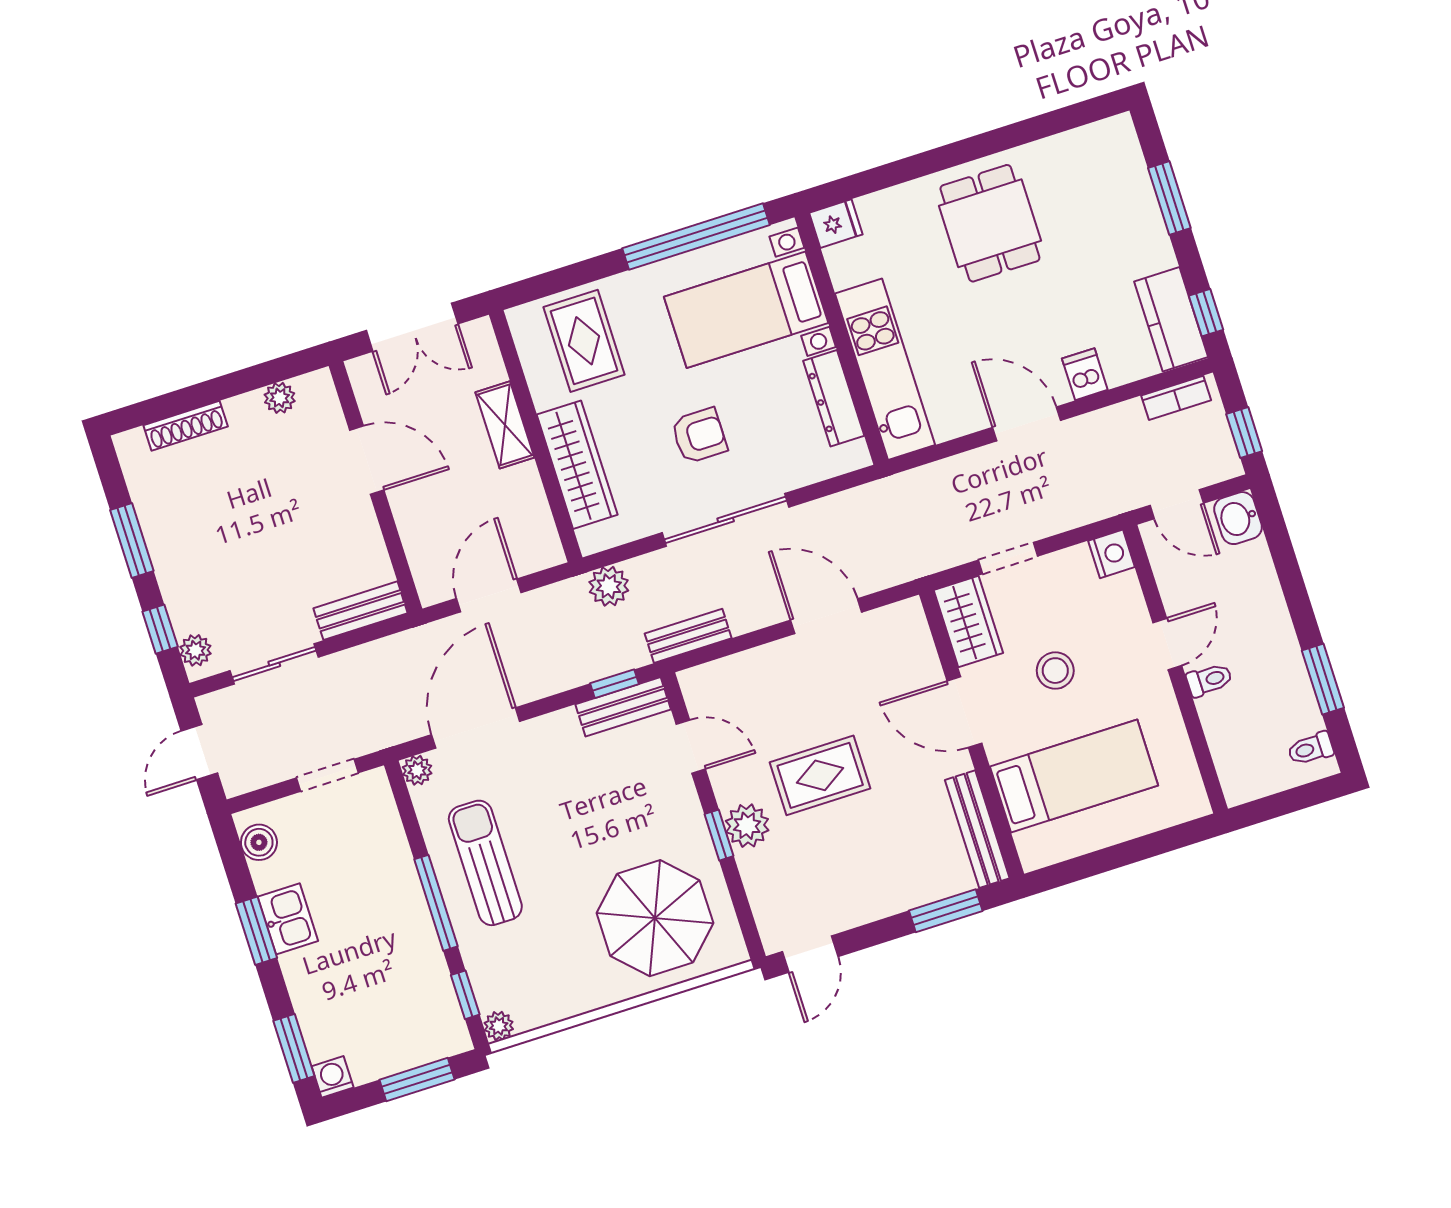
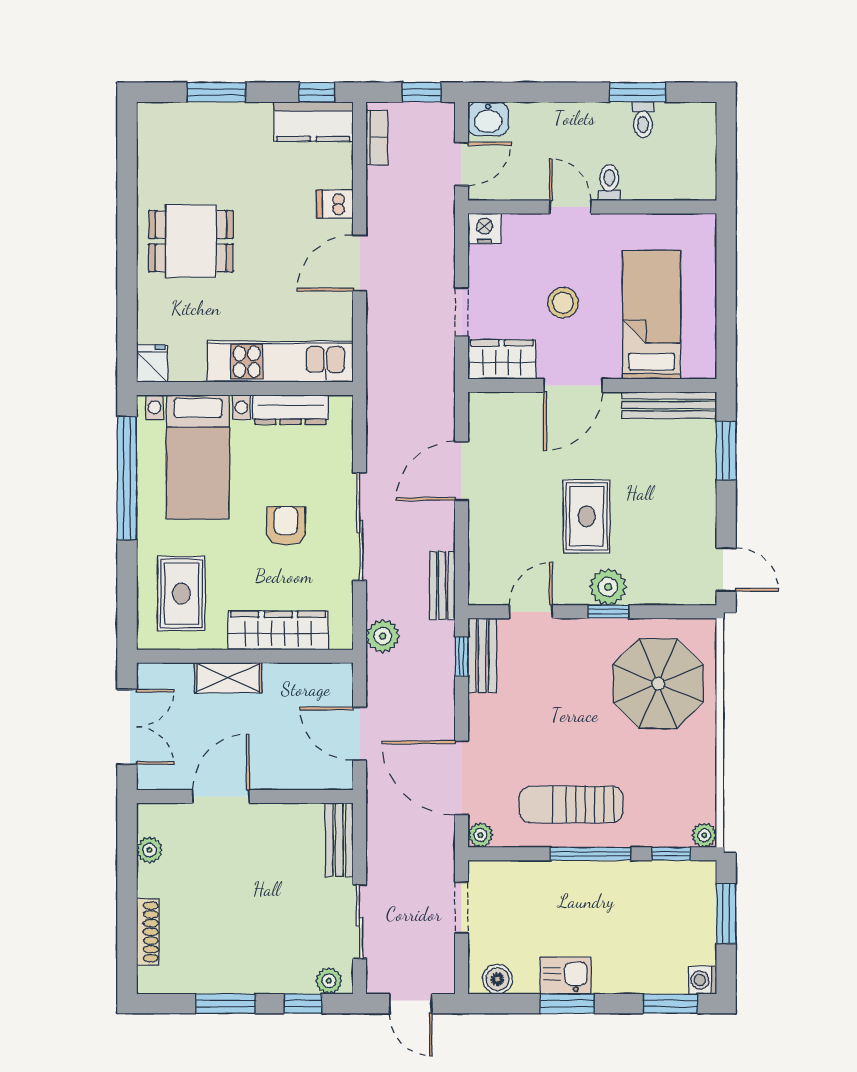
rug: (584, 341) -> (181, 594), turned 90
toilet: (1311, 749) -> (643, 120), moved

